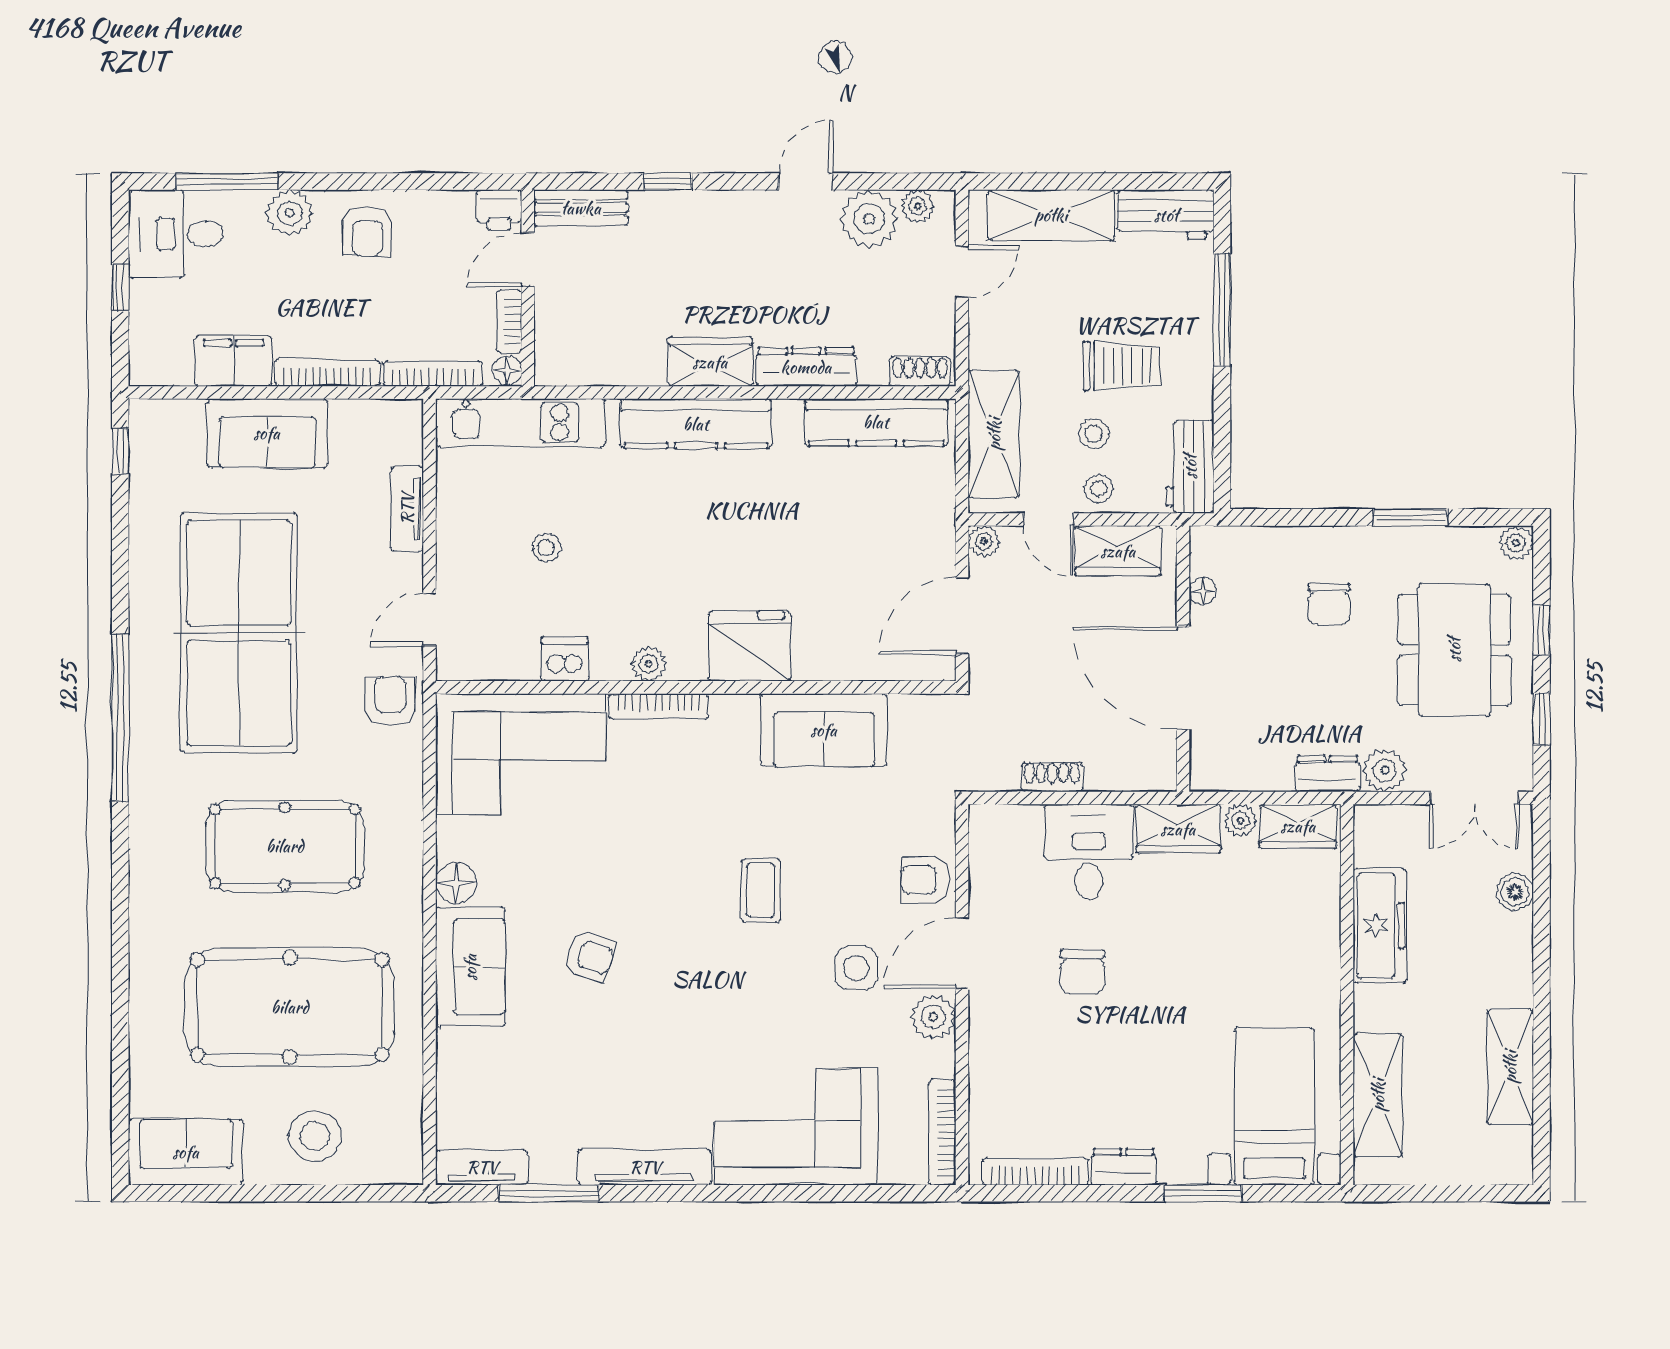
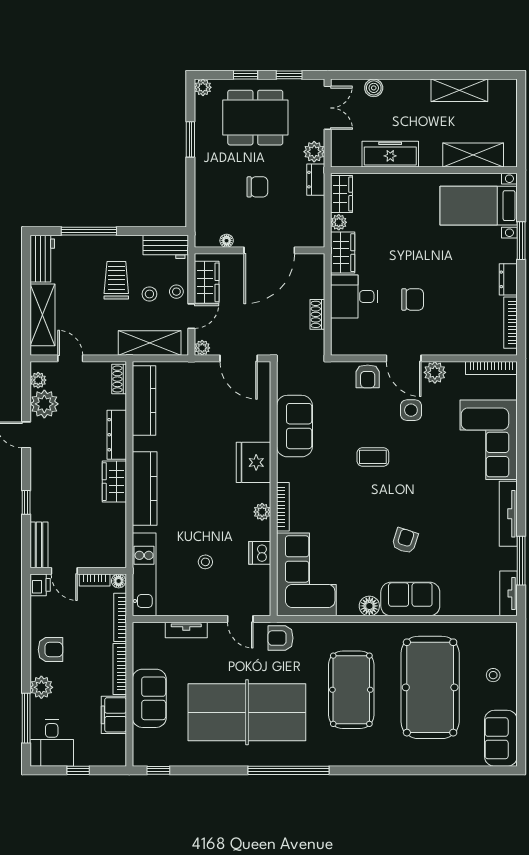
chair: (1329, 604) -> (257, 187), moved
stool: (315, 1136) -> (493, 675), width x0.53, depth x0.53

